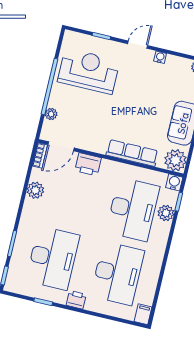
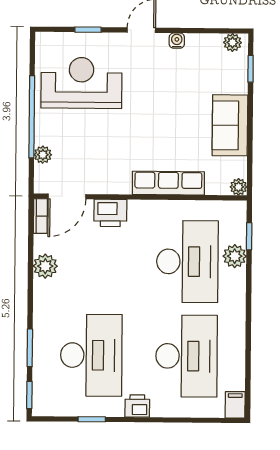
plant: (175, 160) -> (239, 187), width x0.53, depth x0.53
water cooler: (174, 182) -> (236, 211), removed

